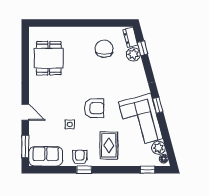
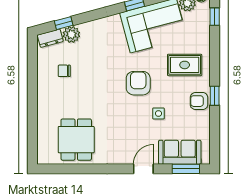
chair: (104, 49) -> (64, 71), width x0.54, depth x0.54
dining table: (49, 58) -> (76, 140), turned 90
sofa: (46, 156) -> (180, 152), moved, turned 90

